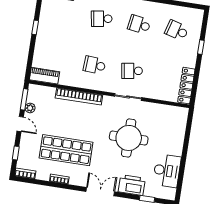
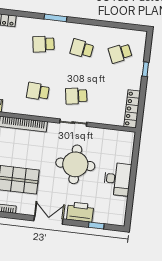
school desk: (177, 30) -> (120, 53), turned -39
desk: (167, 171) -> (117, 179), moved

